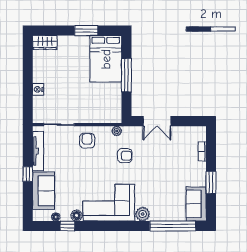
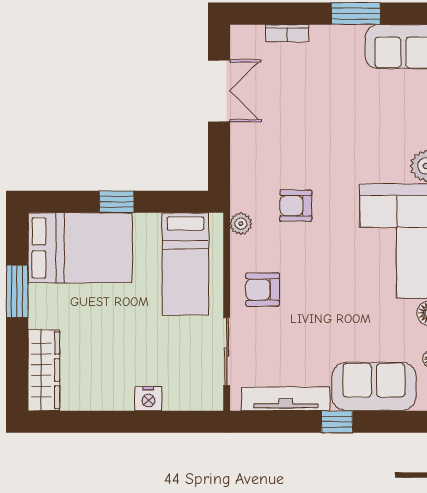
wardrobe: (45, 42) -> (44, 370), width x1.50
window: (126, 75) -> (117, 202), width x0.46
bed: (98, 106) -> (185, 264), added
double door: (157, 121) -> (219, 91), moved
armchair: (125, 156) -> (296, 206), turned -90

